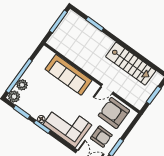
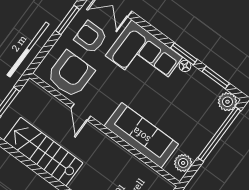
plant: (22, 85) -> (183, 163), moved
door: (107, 89) -> (81, 112), swing flipped
armchair: (114, 113) -> (70, 74), turned -90

